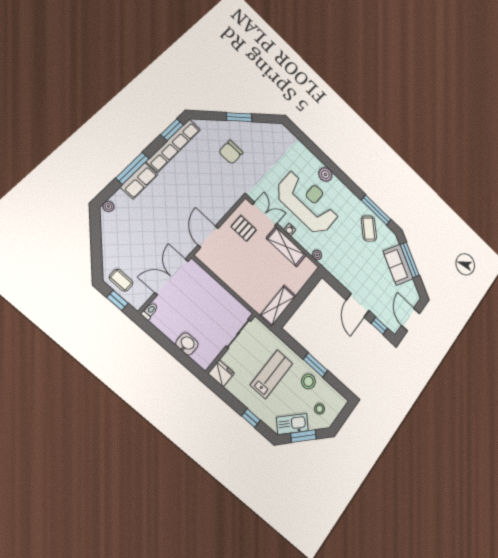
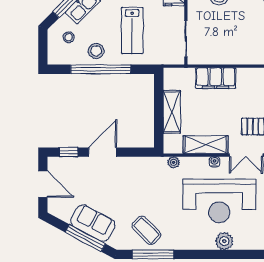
filing cabinet: (241, 286) -> (216, 78), added
door: (358, 305) -> (103, 152), hinge flipped
shelving: (278, 306) -> (172, 112), moved
window: (315, 365) -> (101, 69), width x2.11

